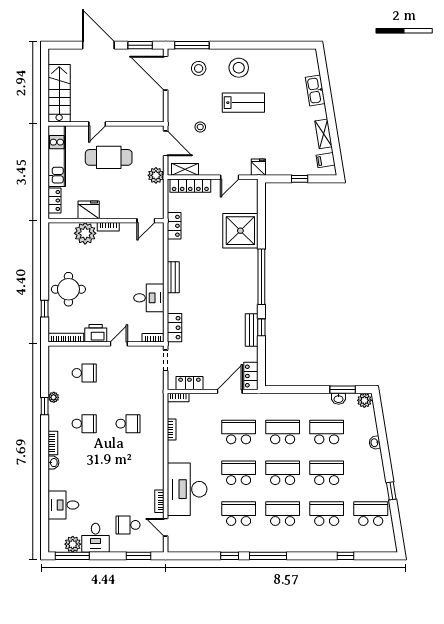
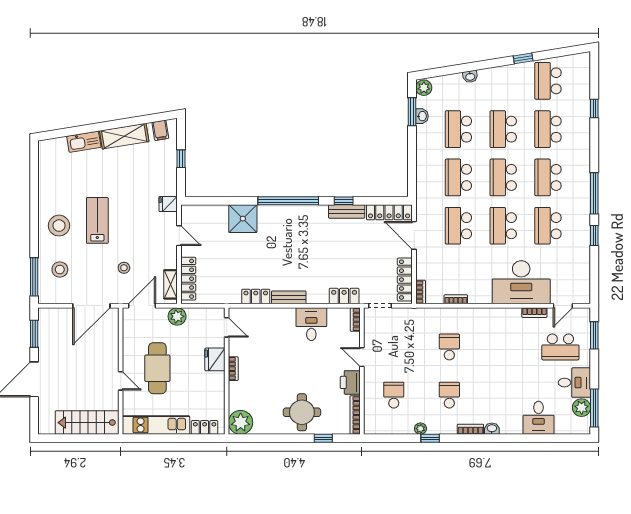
door: (166, 73) -> (91, 306), moved
shelving: (323, 134) -> (124, 136), width x1.50, depth x1.33
fridge: (89, 210) -> (215, 359), moved
locker: (174, 226) -> (256, 296), moved
shower: (240, 231) -> (243, 219), width x0.73, depth x0.73
plant: (85, 233) -> (241, 422), moved
locker: (251, 376) -> (389, 212), width x1.53
locker: (189, 383) -> (405, 280), width x1.53
school desk: (128, 525) -> (560, 347), width x1.85

